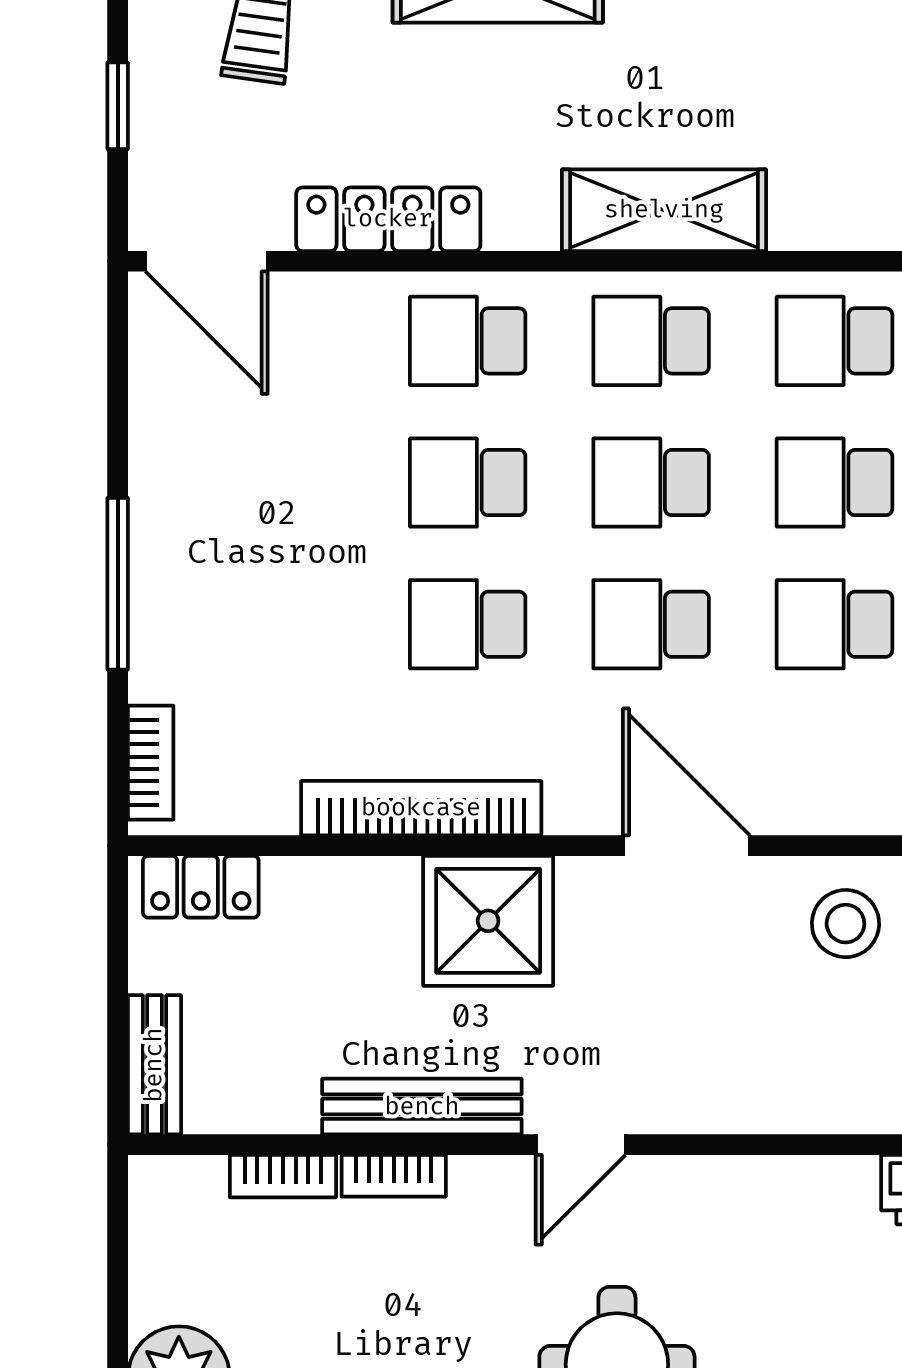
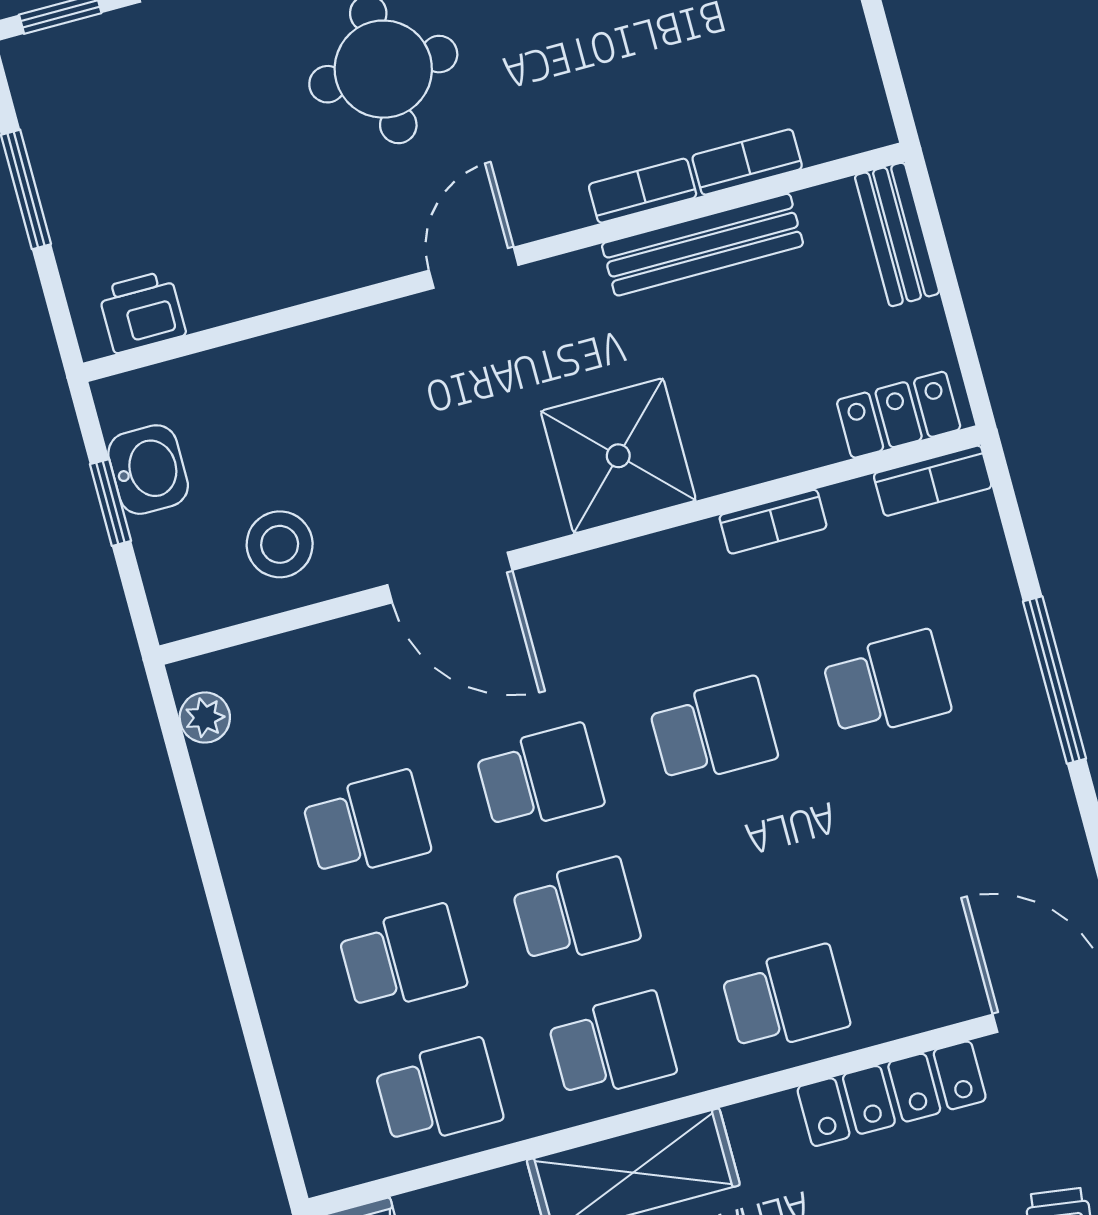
school desk: (468, 483) -> (887, 684), moved
bookcase: (151, 763) -> (933, 481), moved, turned -90
bookcase: (421, 808) -> (773, 522), width x0.43, depth x0.76
bench: (422, 1107) -> (702, 245), moved

